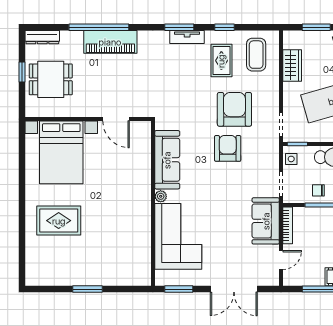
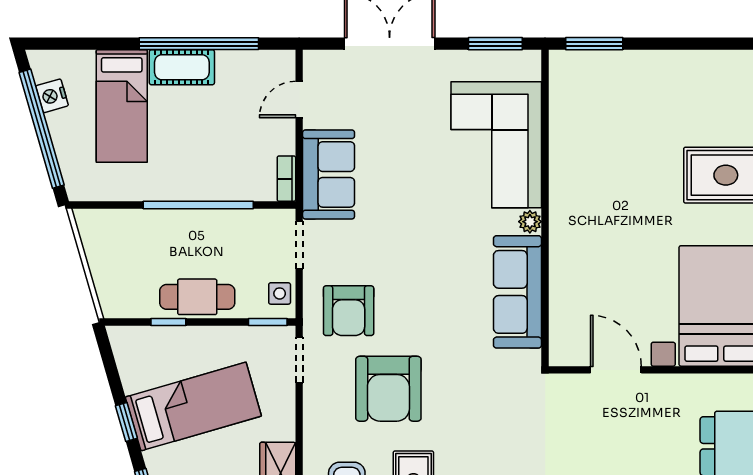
armchair: (228, 148) -> (349, 311), moved
chair: (318, 190) -> (227, 233), removed
bookcase: (288, 225) -> (286, 179), width x0.64
window: (87, 289) -> (594, 44), moved

